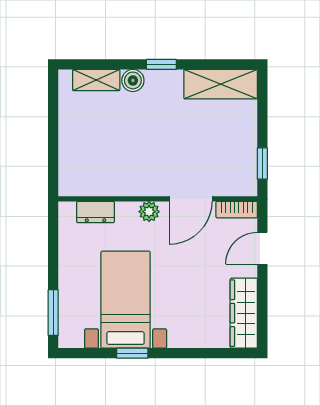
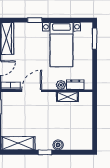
shelving: (96, 80) -> (67, 97), moved
plant: (149, 212) -> (61, 85), moved
window: (132, 353) -> (35, 20), moved

